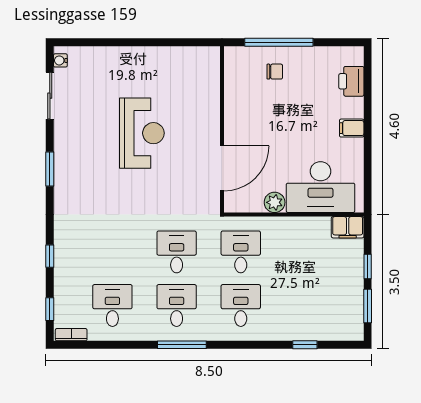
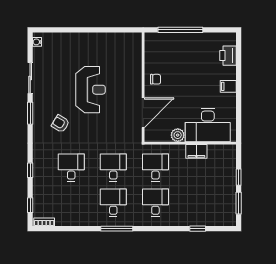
chair: (275, 72) -> (155, 79), moved
sliding door: (50, 96) -> (30, 78), moved
armchair: (96, 185) -> (60, 124), added
filing cabinet: (348, 227) -> (196, 151), moved
desk: (112, 306) -> (71, 168), moved

